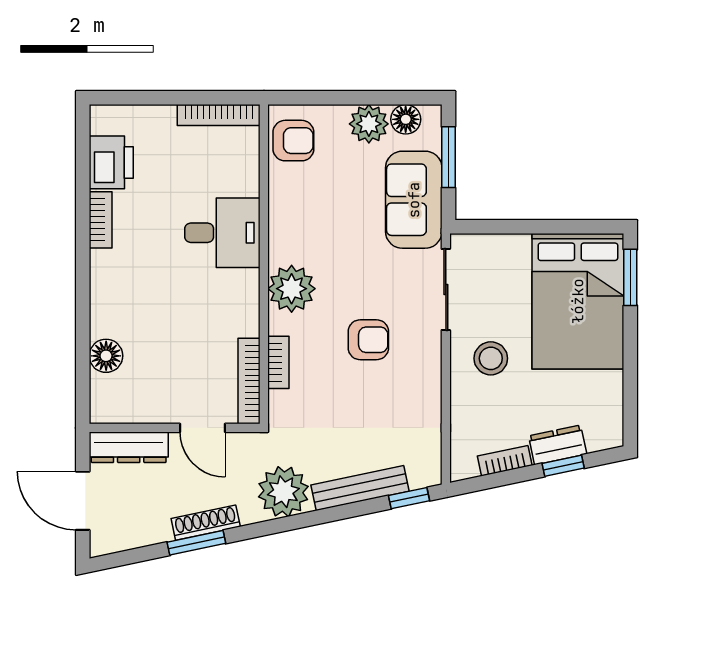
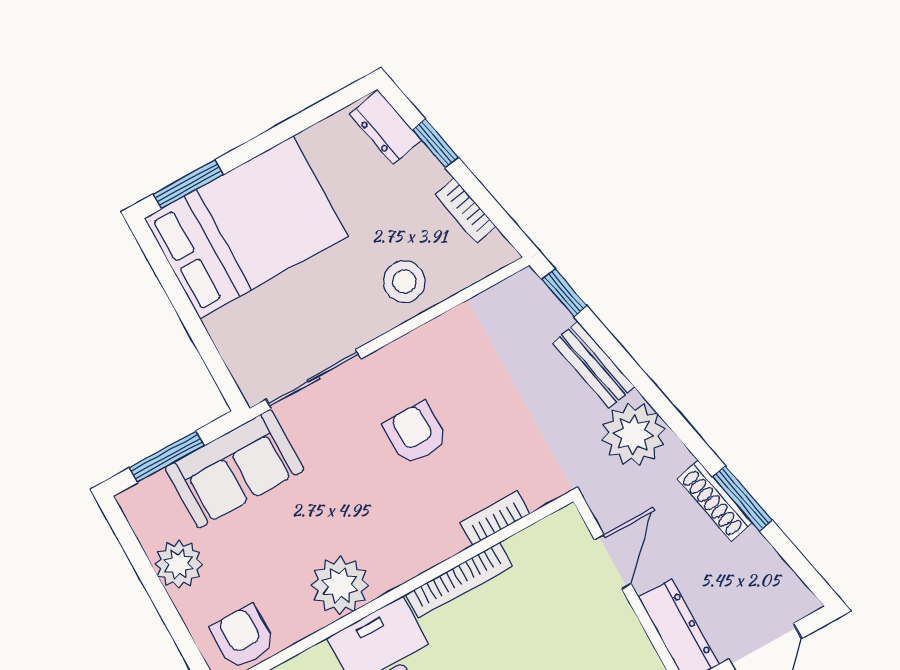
floor lamp: (406, 119) -> (151, 526), removed
plant: (292, 289) -> (340, 585), moved
stool: (491, 358) -> (404, 282), moved
bookcase: (249, 381) -> (459, 580), moved
dresser: (558, 445) -> (385, 127), moved
bench: (360, 488) -> (594, 365), width x0.73

